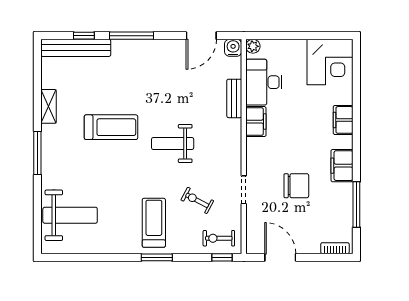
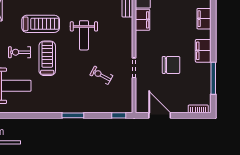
weight bench: (173, 143) -> (84, 35), turned -90
treadmill: (154, 223) -> (47, 58), moved
exercise bike: (219, 238) -> (20, 52), moved

